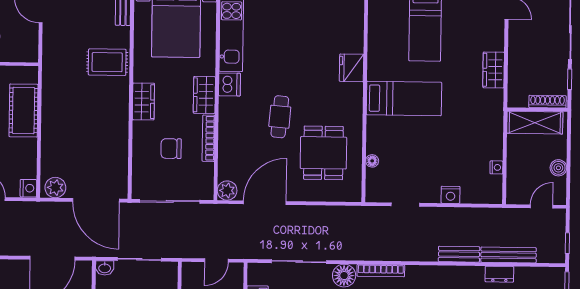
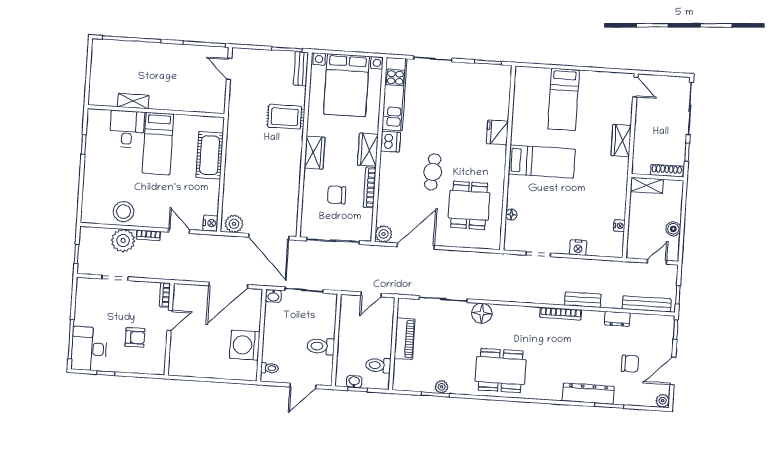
shelving: (535, 123) -> (647, 185), width x0.67, depth x0.75
bench: (509, 255) -> (647, 304), moved
bookcase: (381, 271) -> (561, 314), moved

